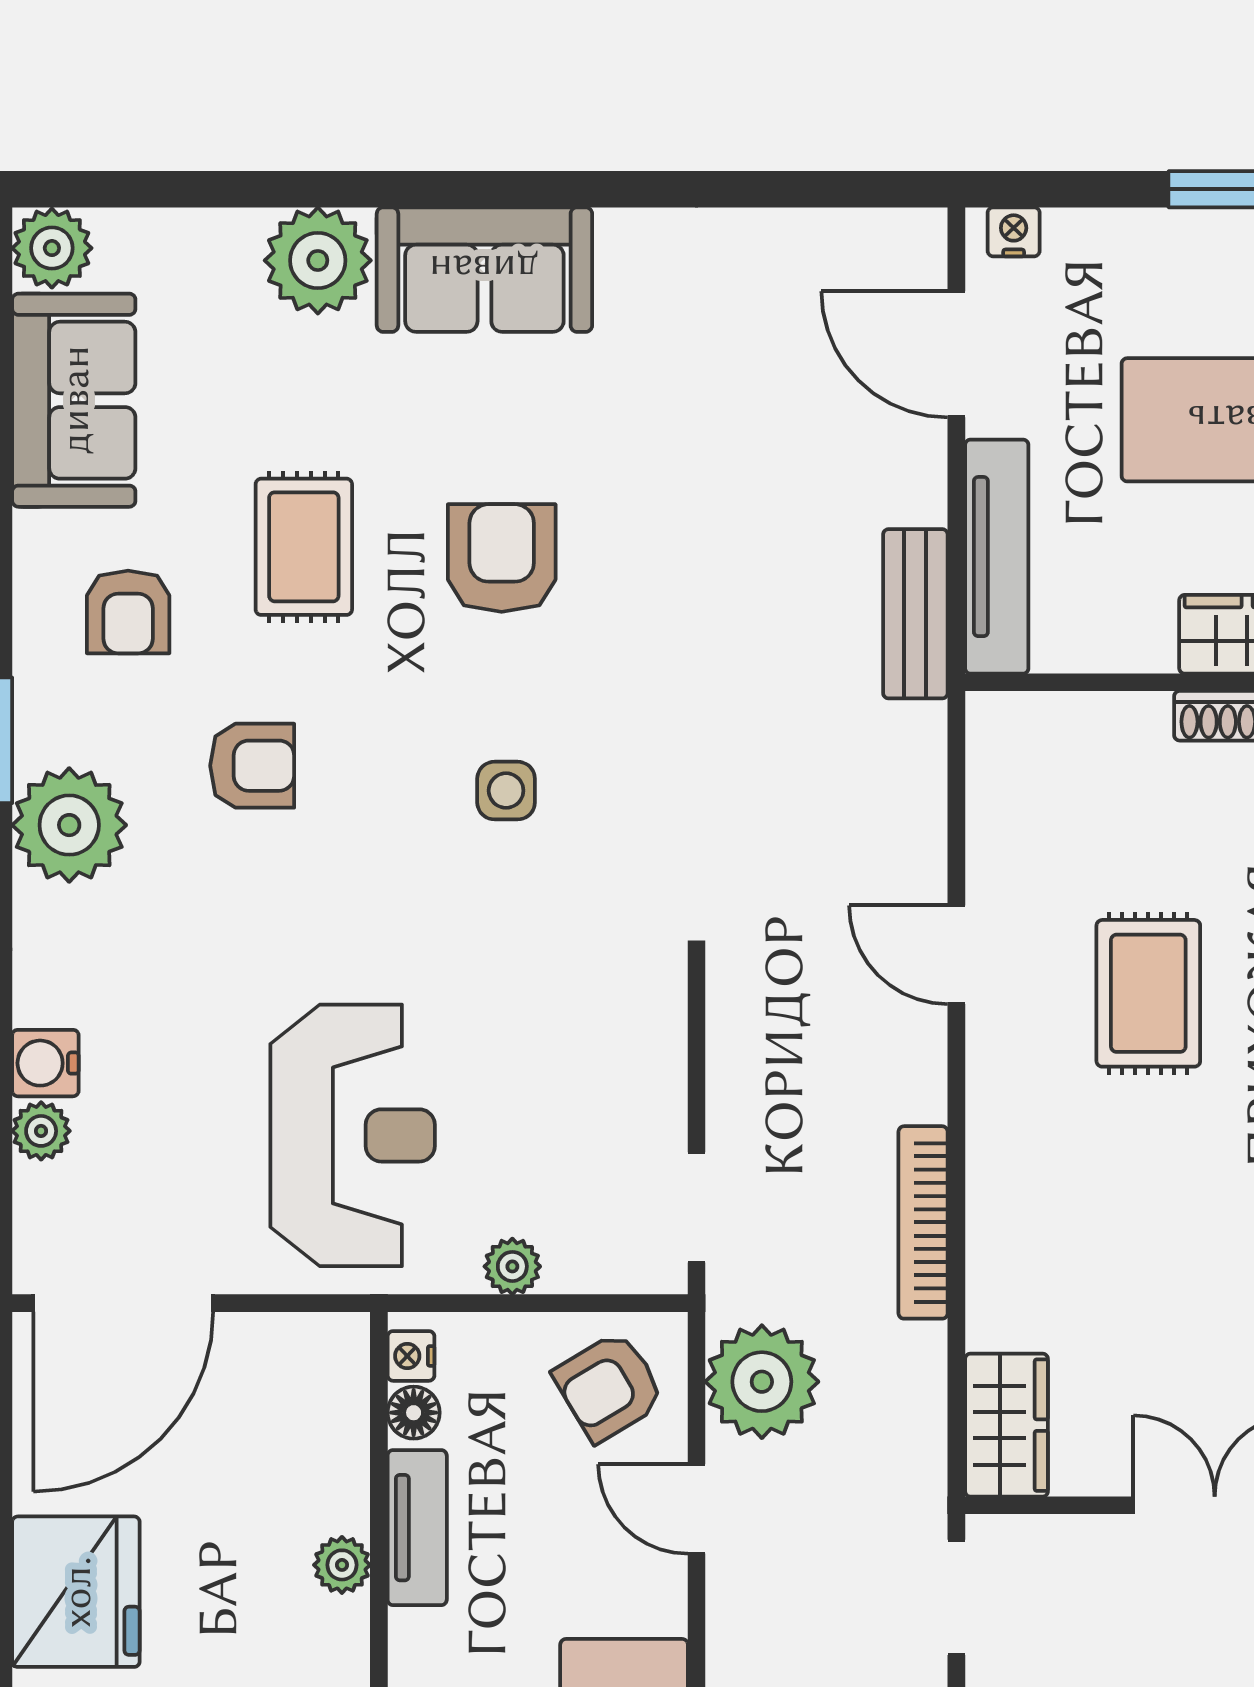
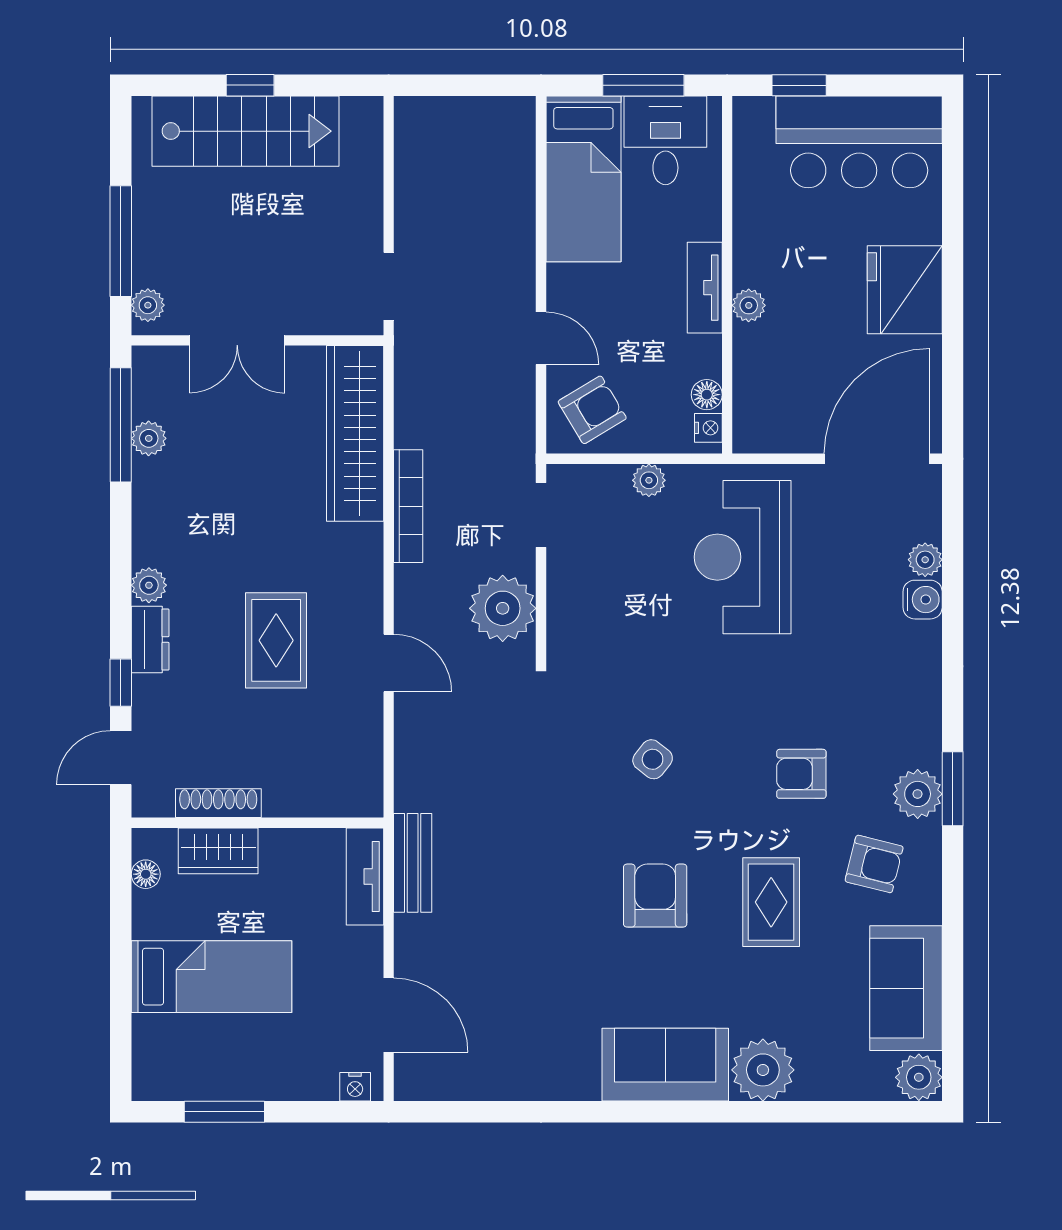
tv unit: (997, 557) -> (365, 876), width x0.71
armchair: (502, 558) -> (655, 896), turned 180
armchair: (128, 612) -> (874, 864), turned 104
side table: (506, 791) -> (653, 759), turned 38
plant: (69, 825) -> (918, 794), moved, width x0.73, depth x0.73
plant: (762, 1382) -> (503, 608), moved
wardrobe: (1006, 1425) -> (355, 433), width x2.10, depth x1.17
tv unit: (417, 1528) -> (705, 288), moved

